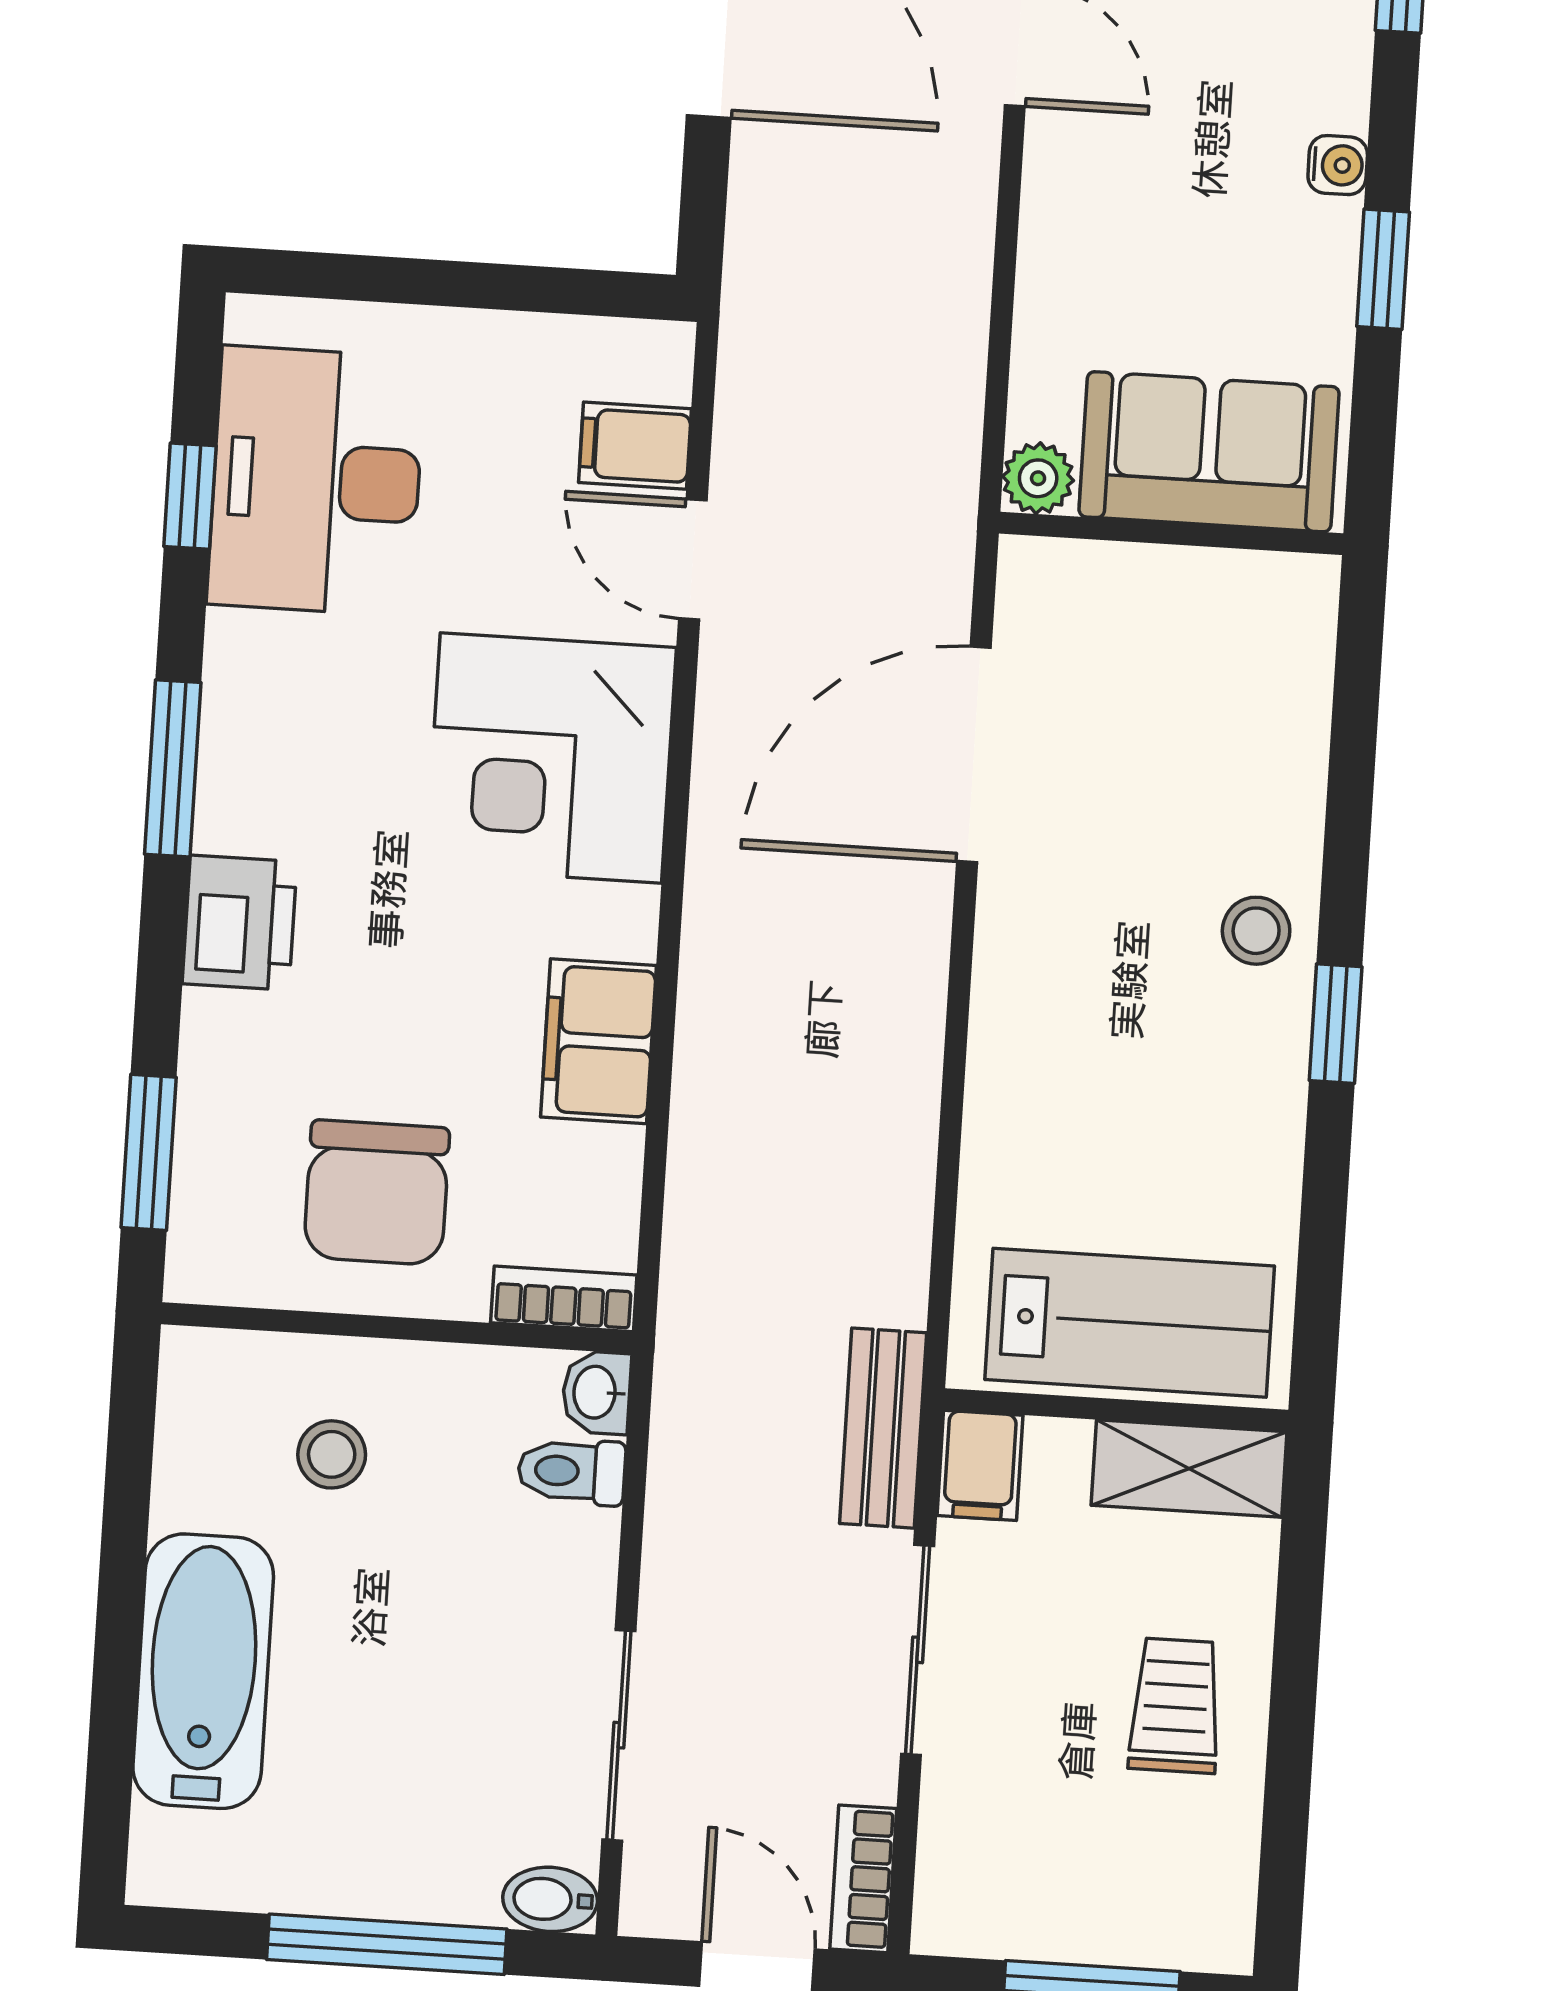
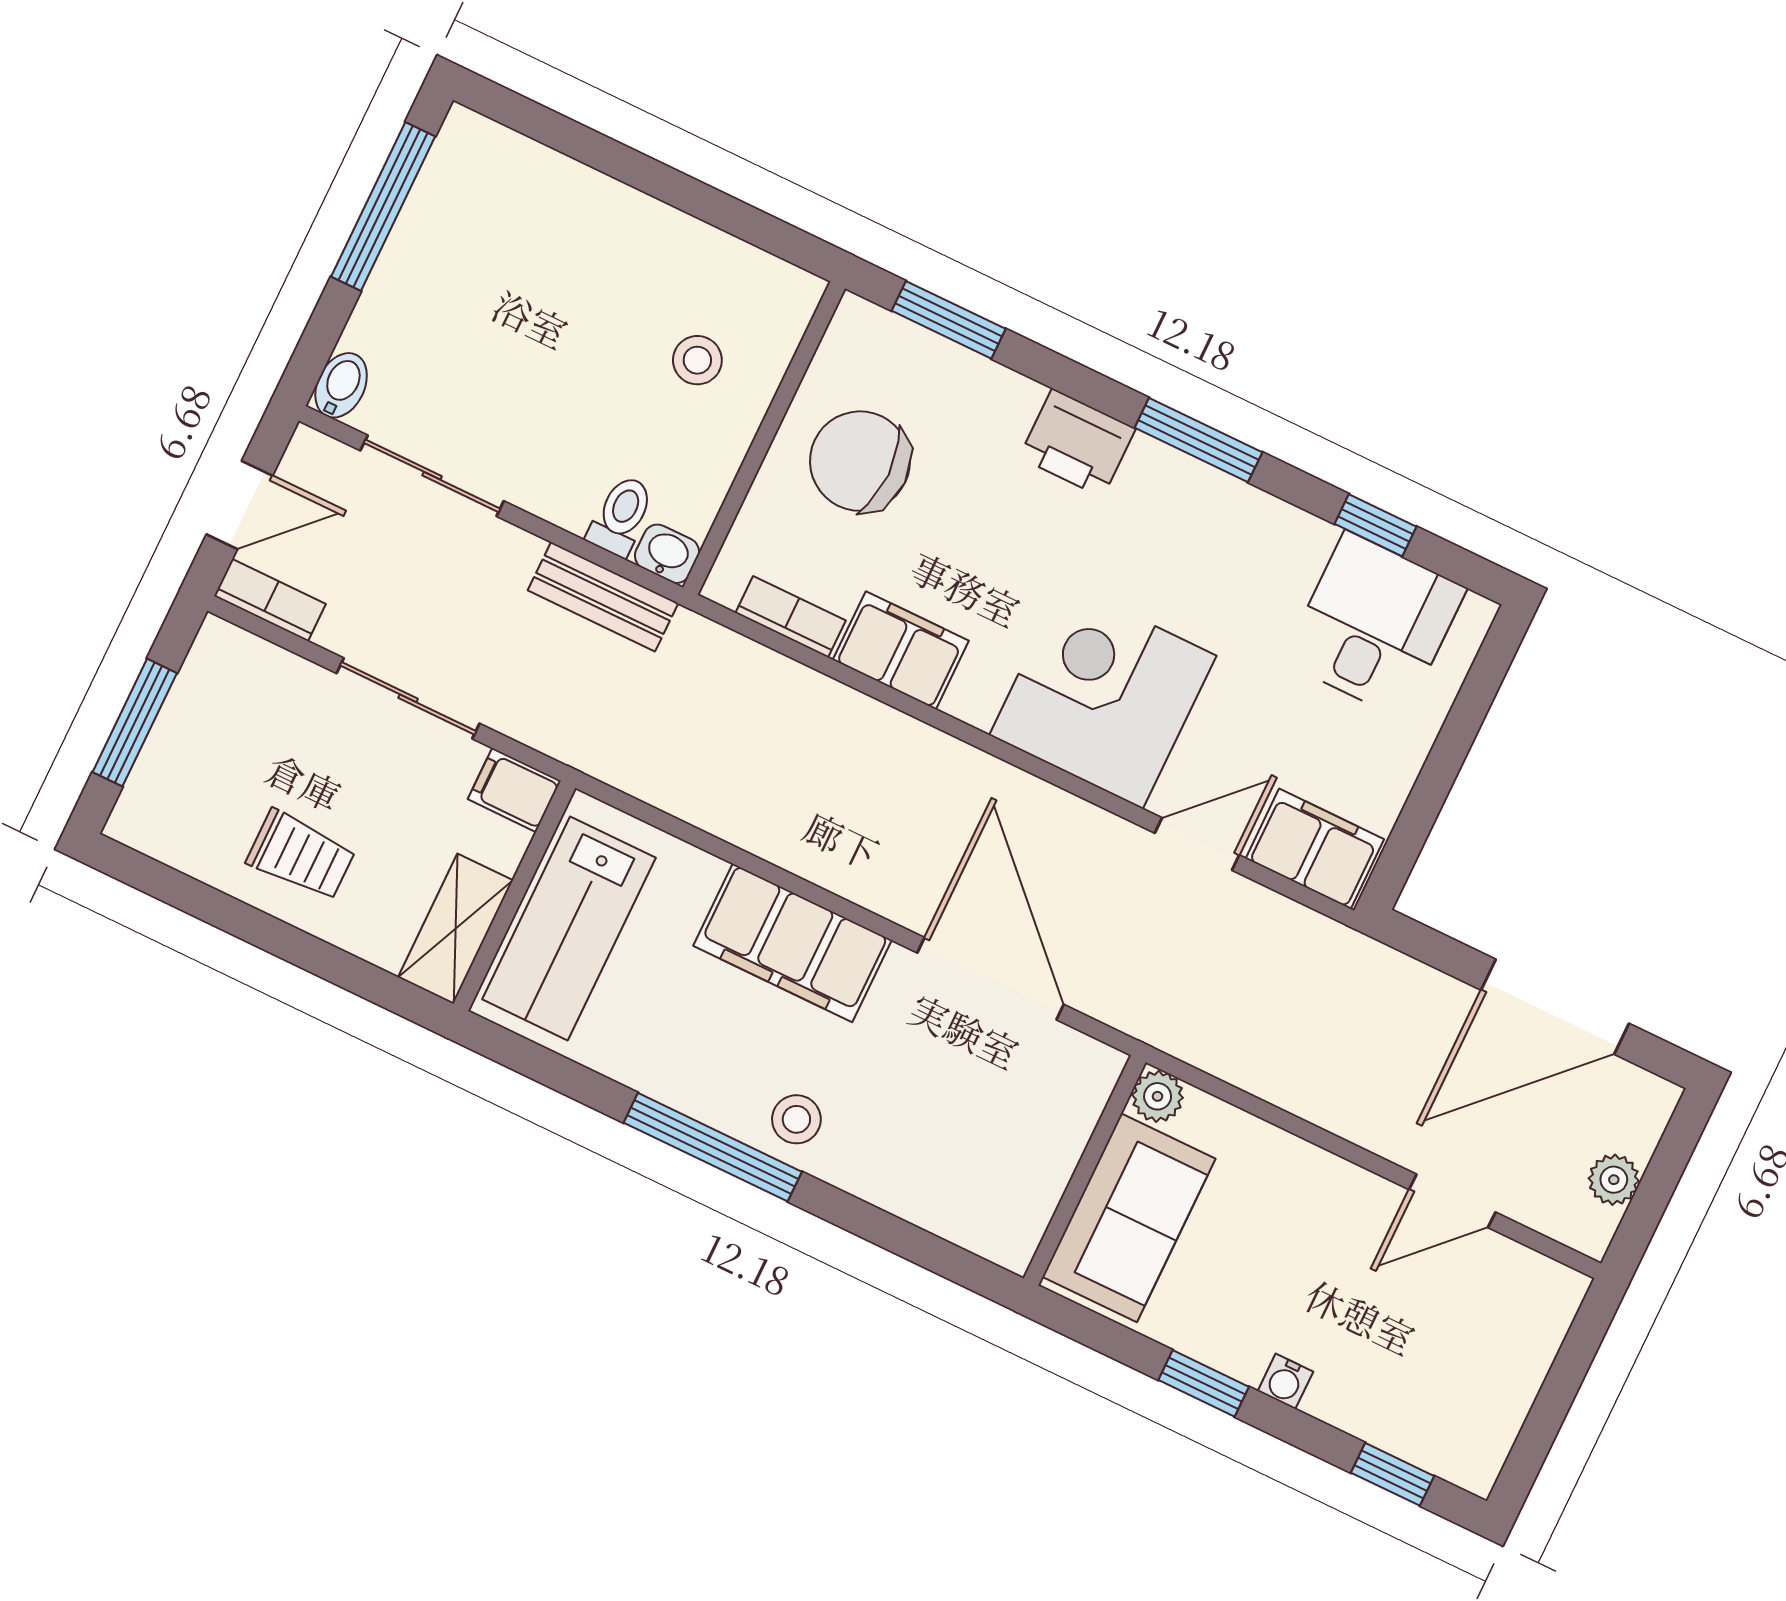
filing cabinet: (635, 446) -> (1315, 849), width x2.00
desk: (316, 481) -> (1374, 625), width x0.73
window: (1336, 1024) -> (713, 1147), width x2.17
filing cabinet: (1031, 1028) -> (792, 943), added
bookcase: (564, 1299) -> (791, 617), moved, turned -90
bench: (883, 1428) -> (603, 597), moved
bathtub: (203, 1671) -> (587, 216), removed
window: (387, 1944) -> (383, 206), moved

